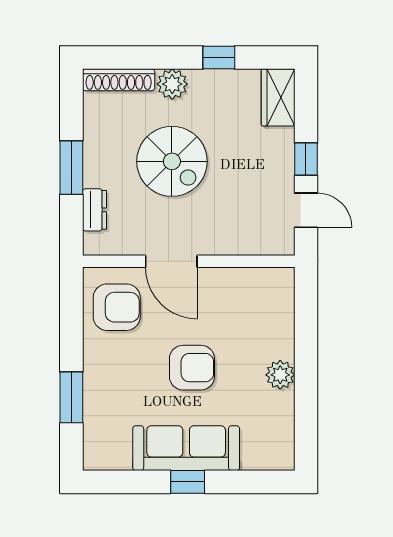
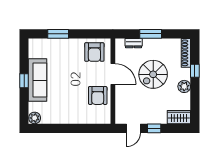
window: (219, 57) -> (195, 71), moved
plant: (172, 84) -> (184, 86), moved
door: (171, 261) -> (113, 74), swing flipped
armchair: (192, 368) -> (98, 95), moved
plant: (280, 375) -> (35, 118), moved

